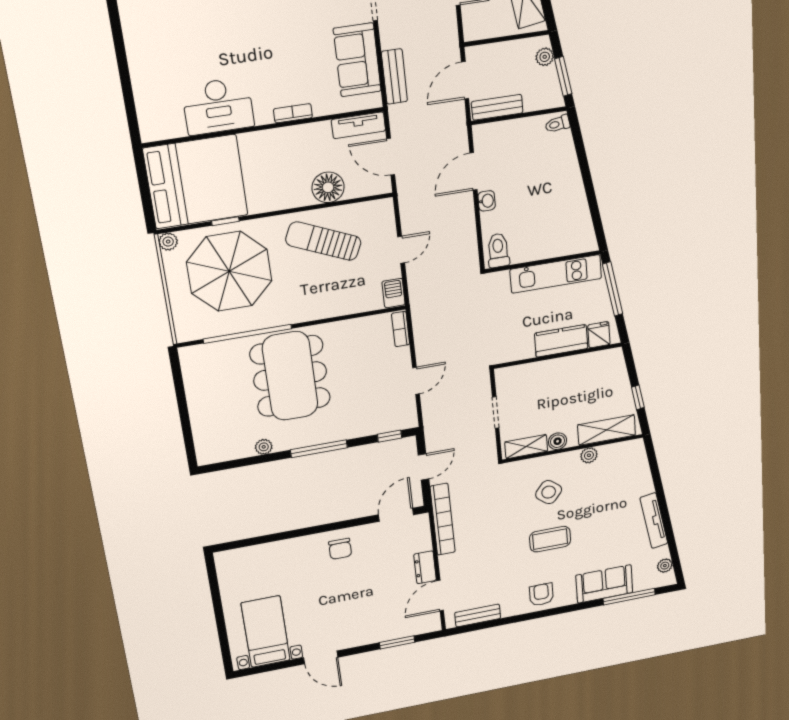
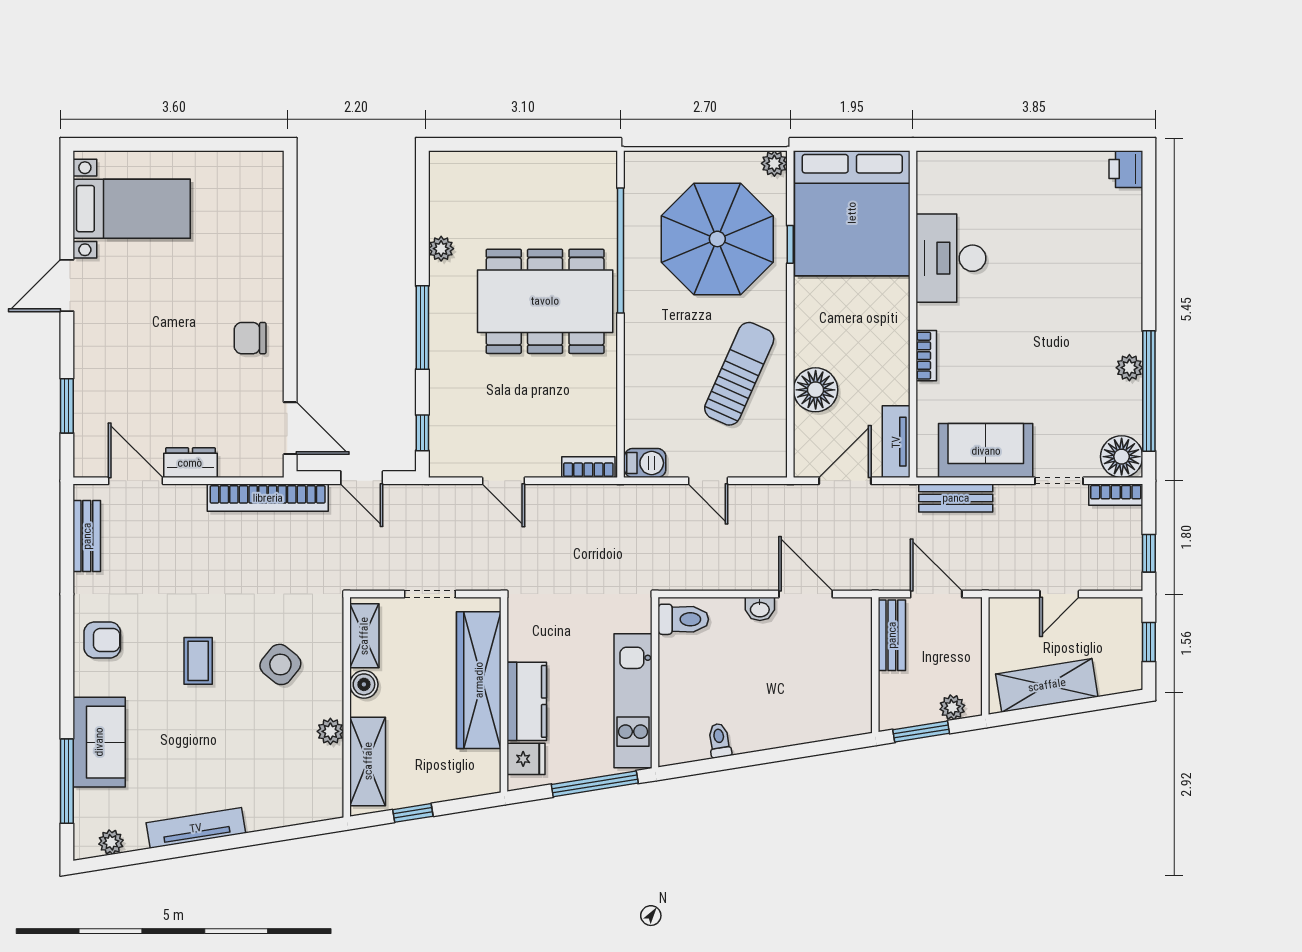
toilet: (558, 124) -> (719, 740), moved
wardrobe: (549, 373) -> (479, 680), added
coffee table: (550, 539) -> (198, 661), width x0.73, depth x0.77

